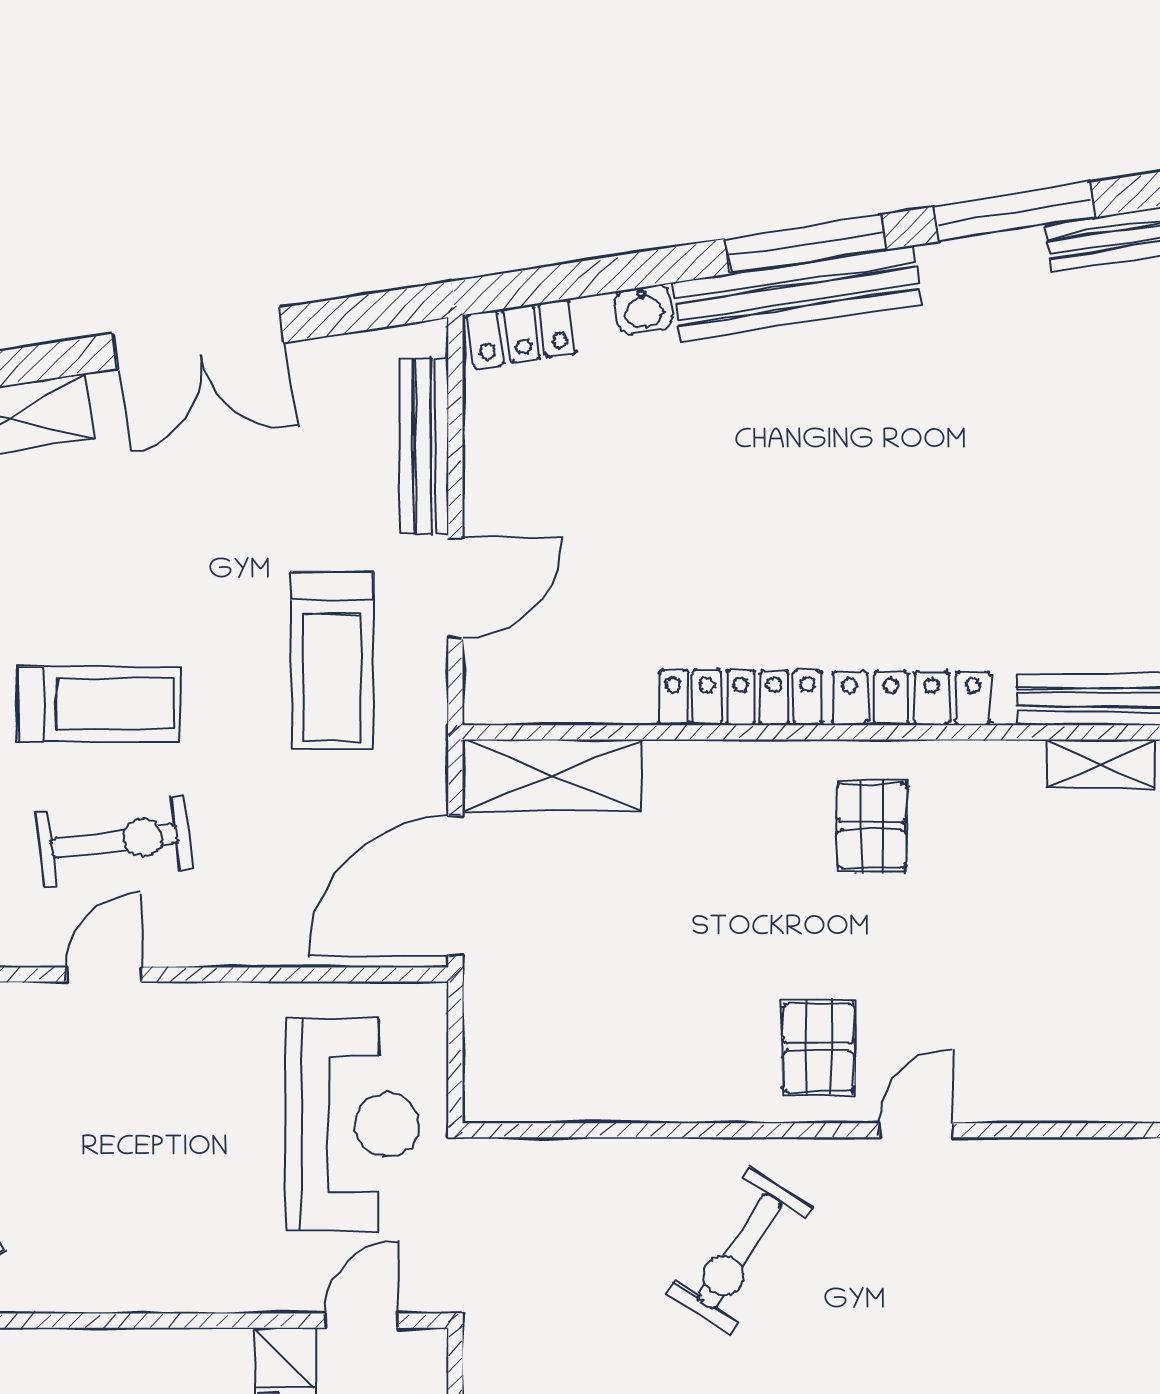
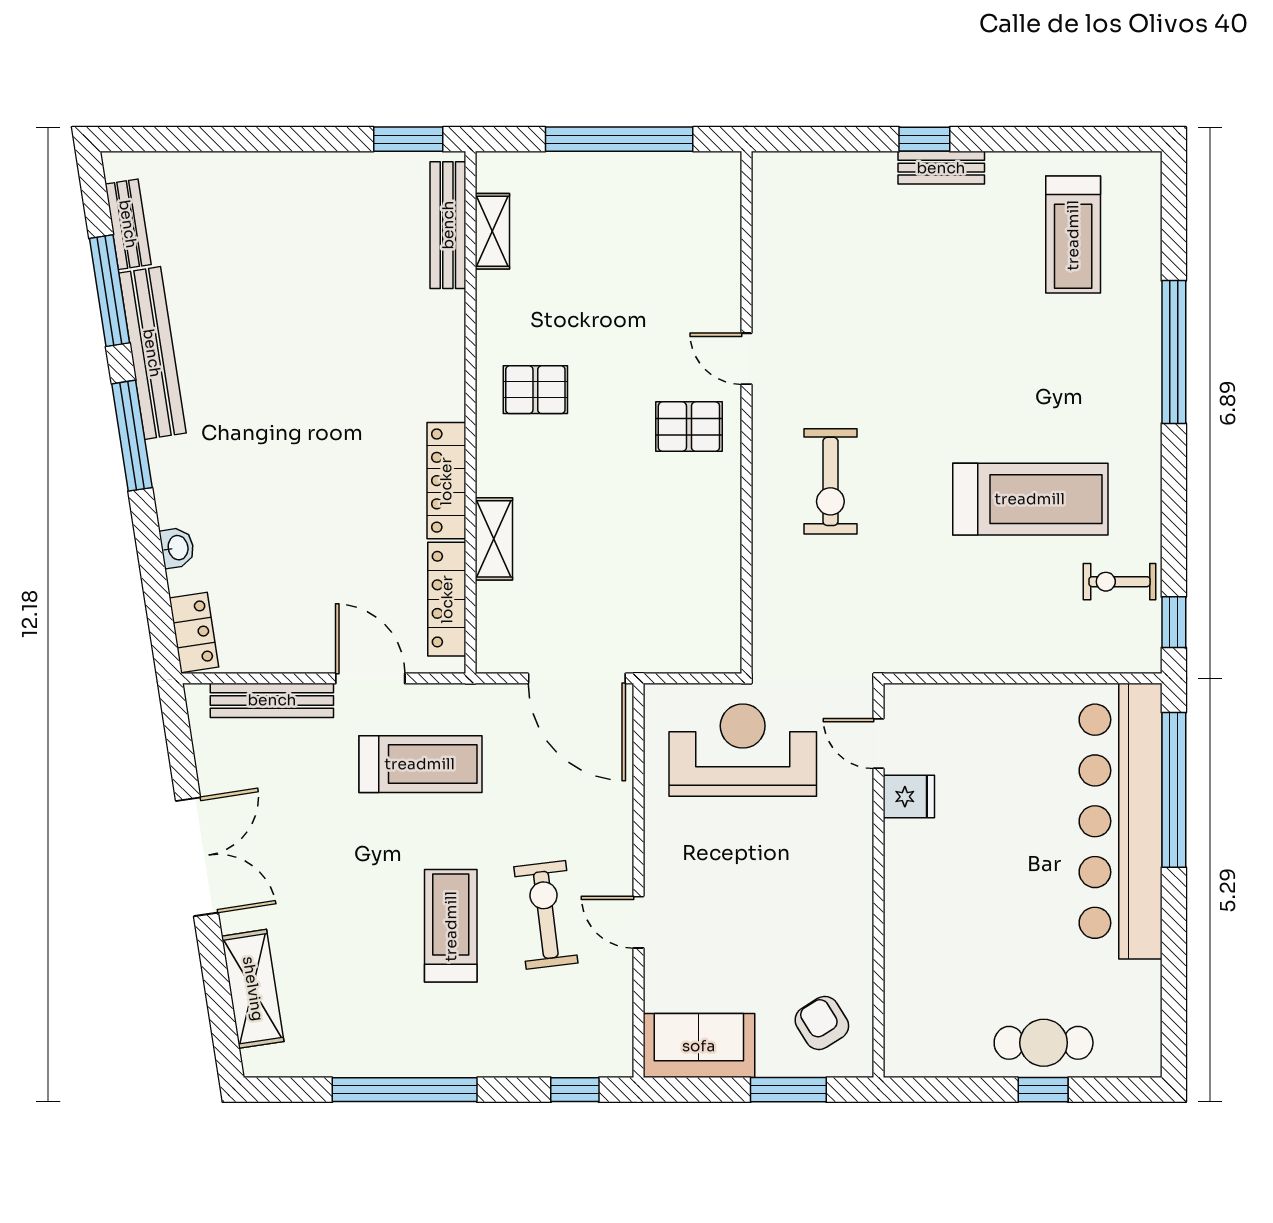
bench: (797, 294) -> (152, 353), moved
locker: (911, 698) -> (447, 599), moved
shelving: (552, 775) -> (494, 539), moved, width x0.67, depth x0.75
exercise bike: (739, 1251) -> (830, 481), turned 57

